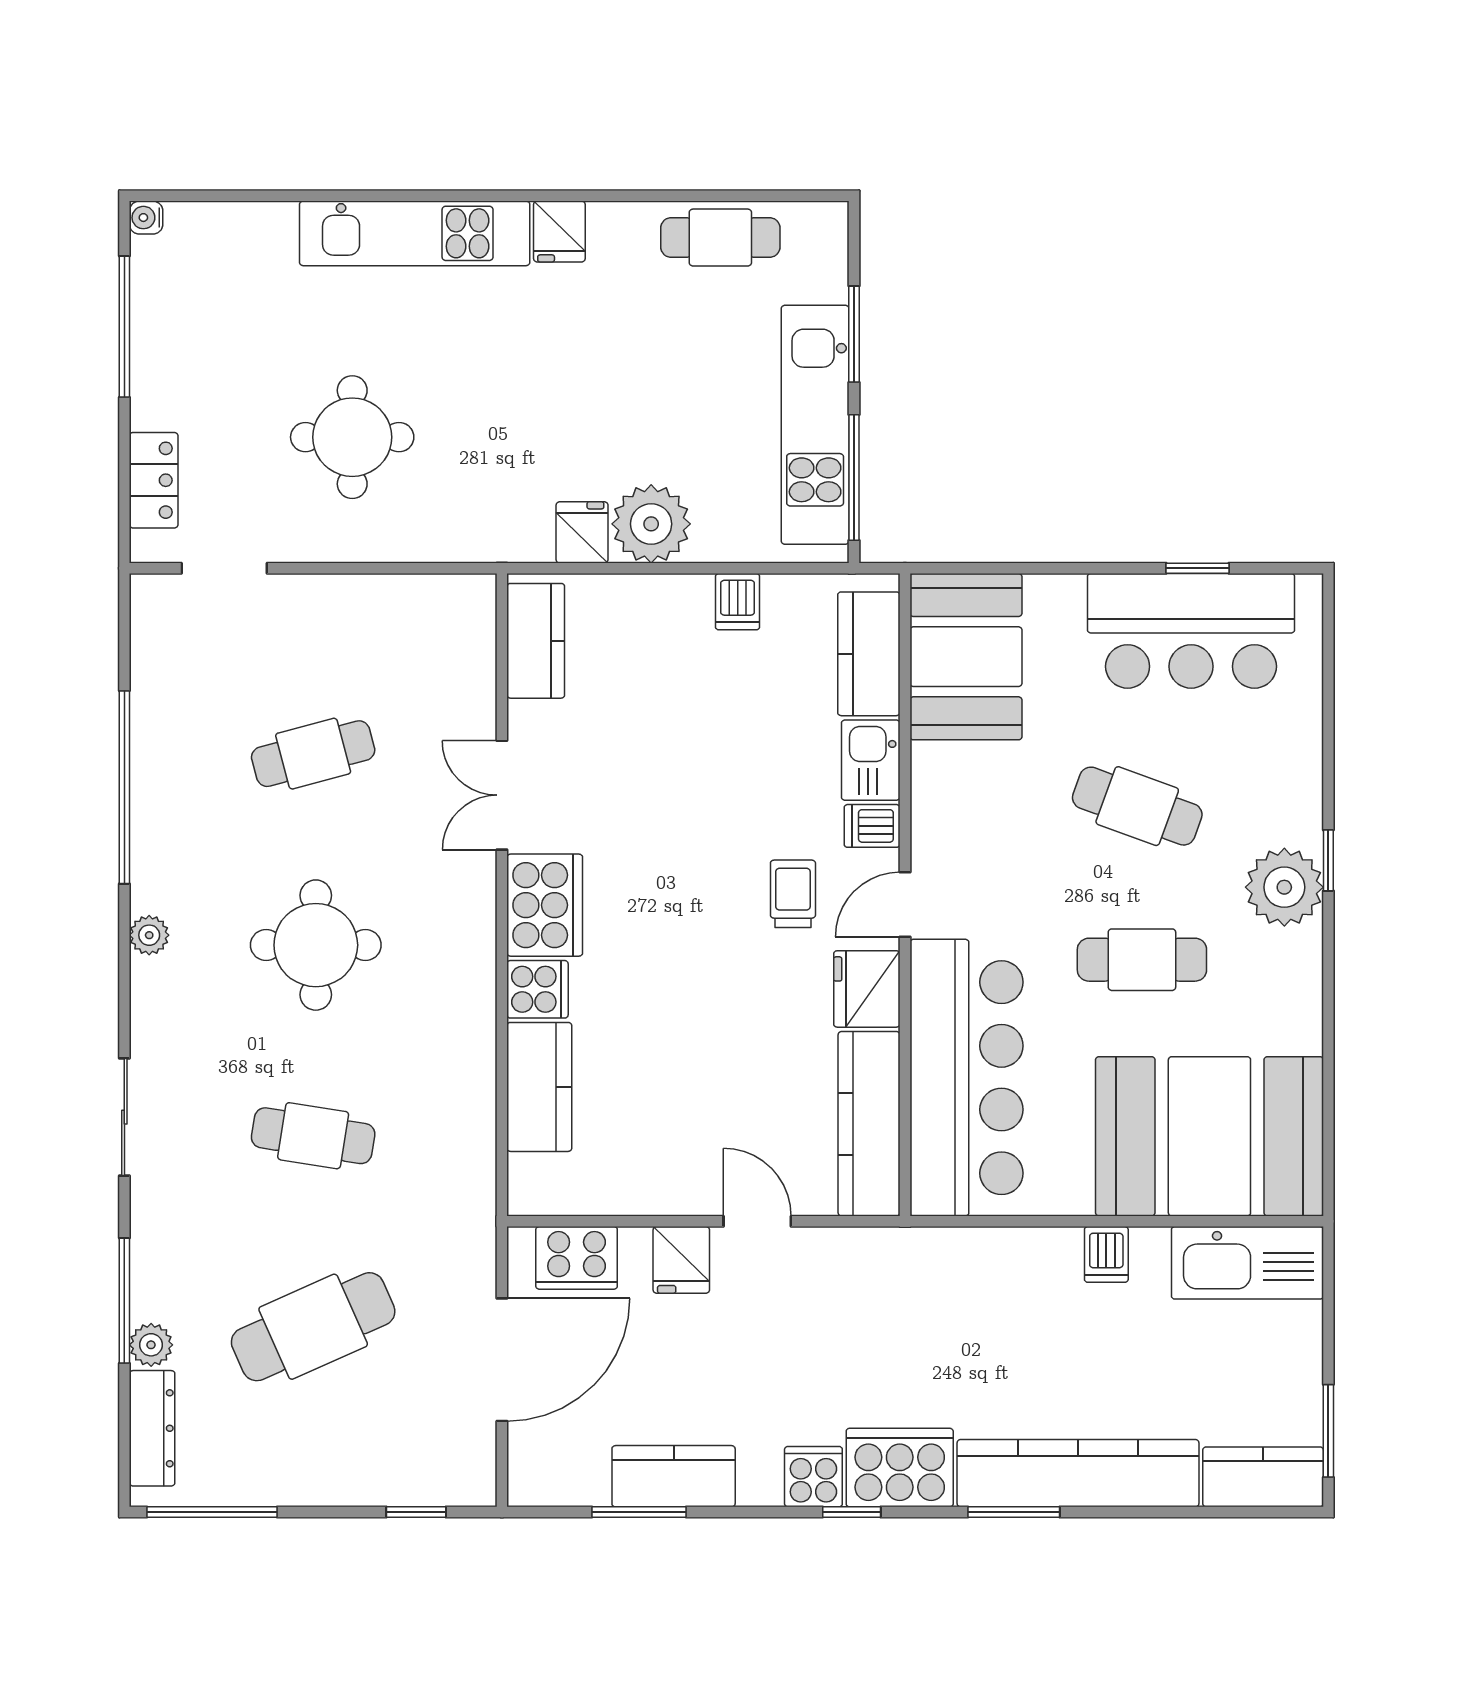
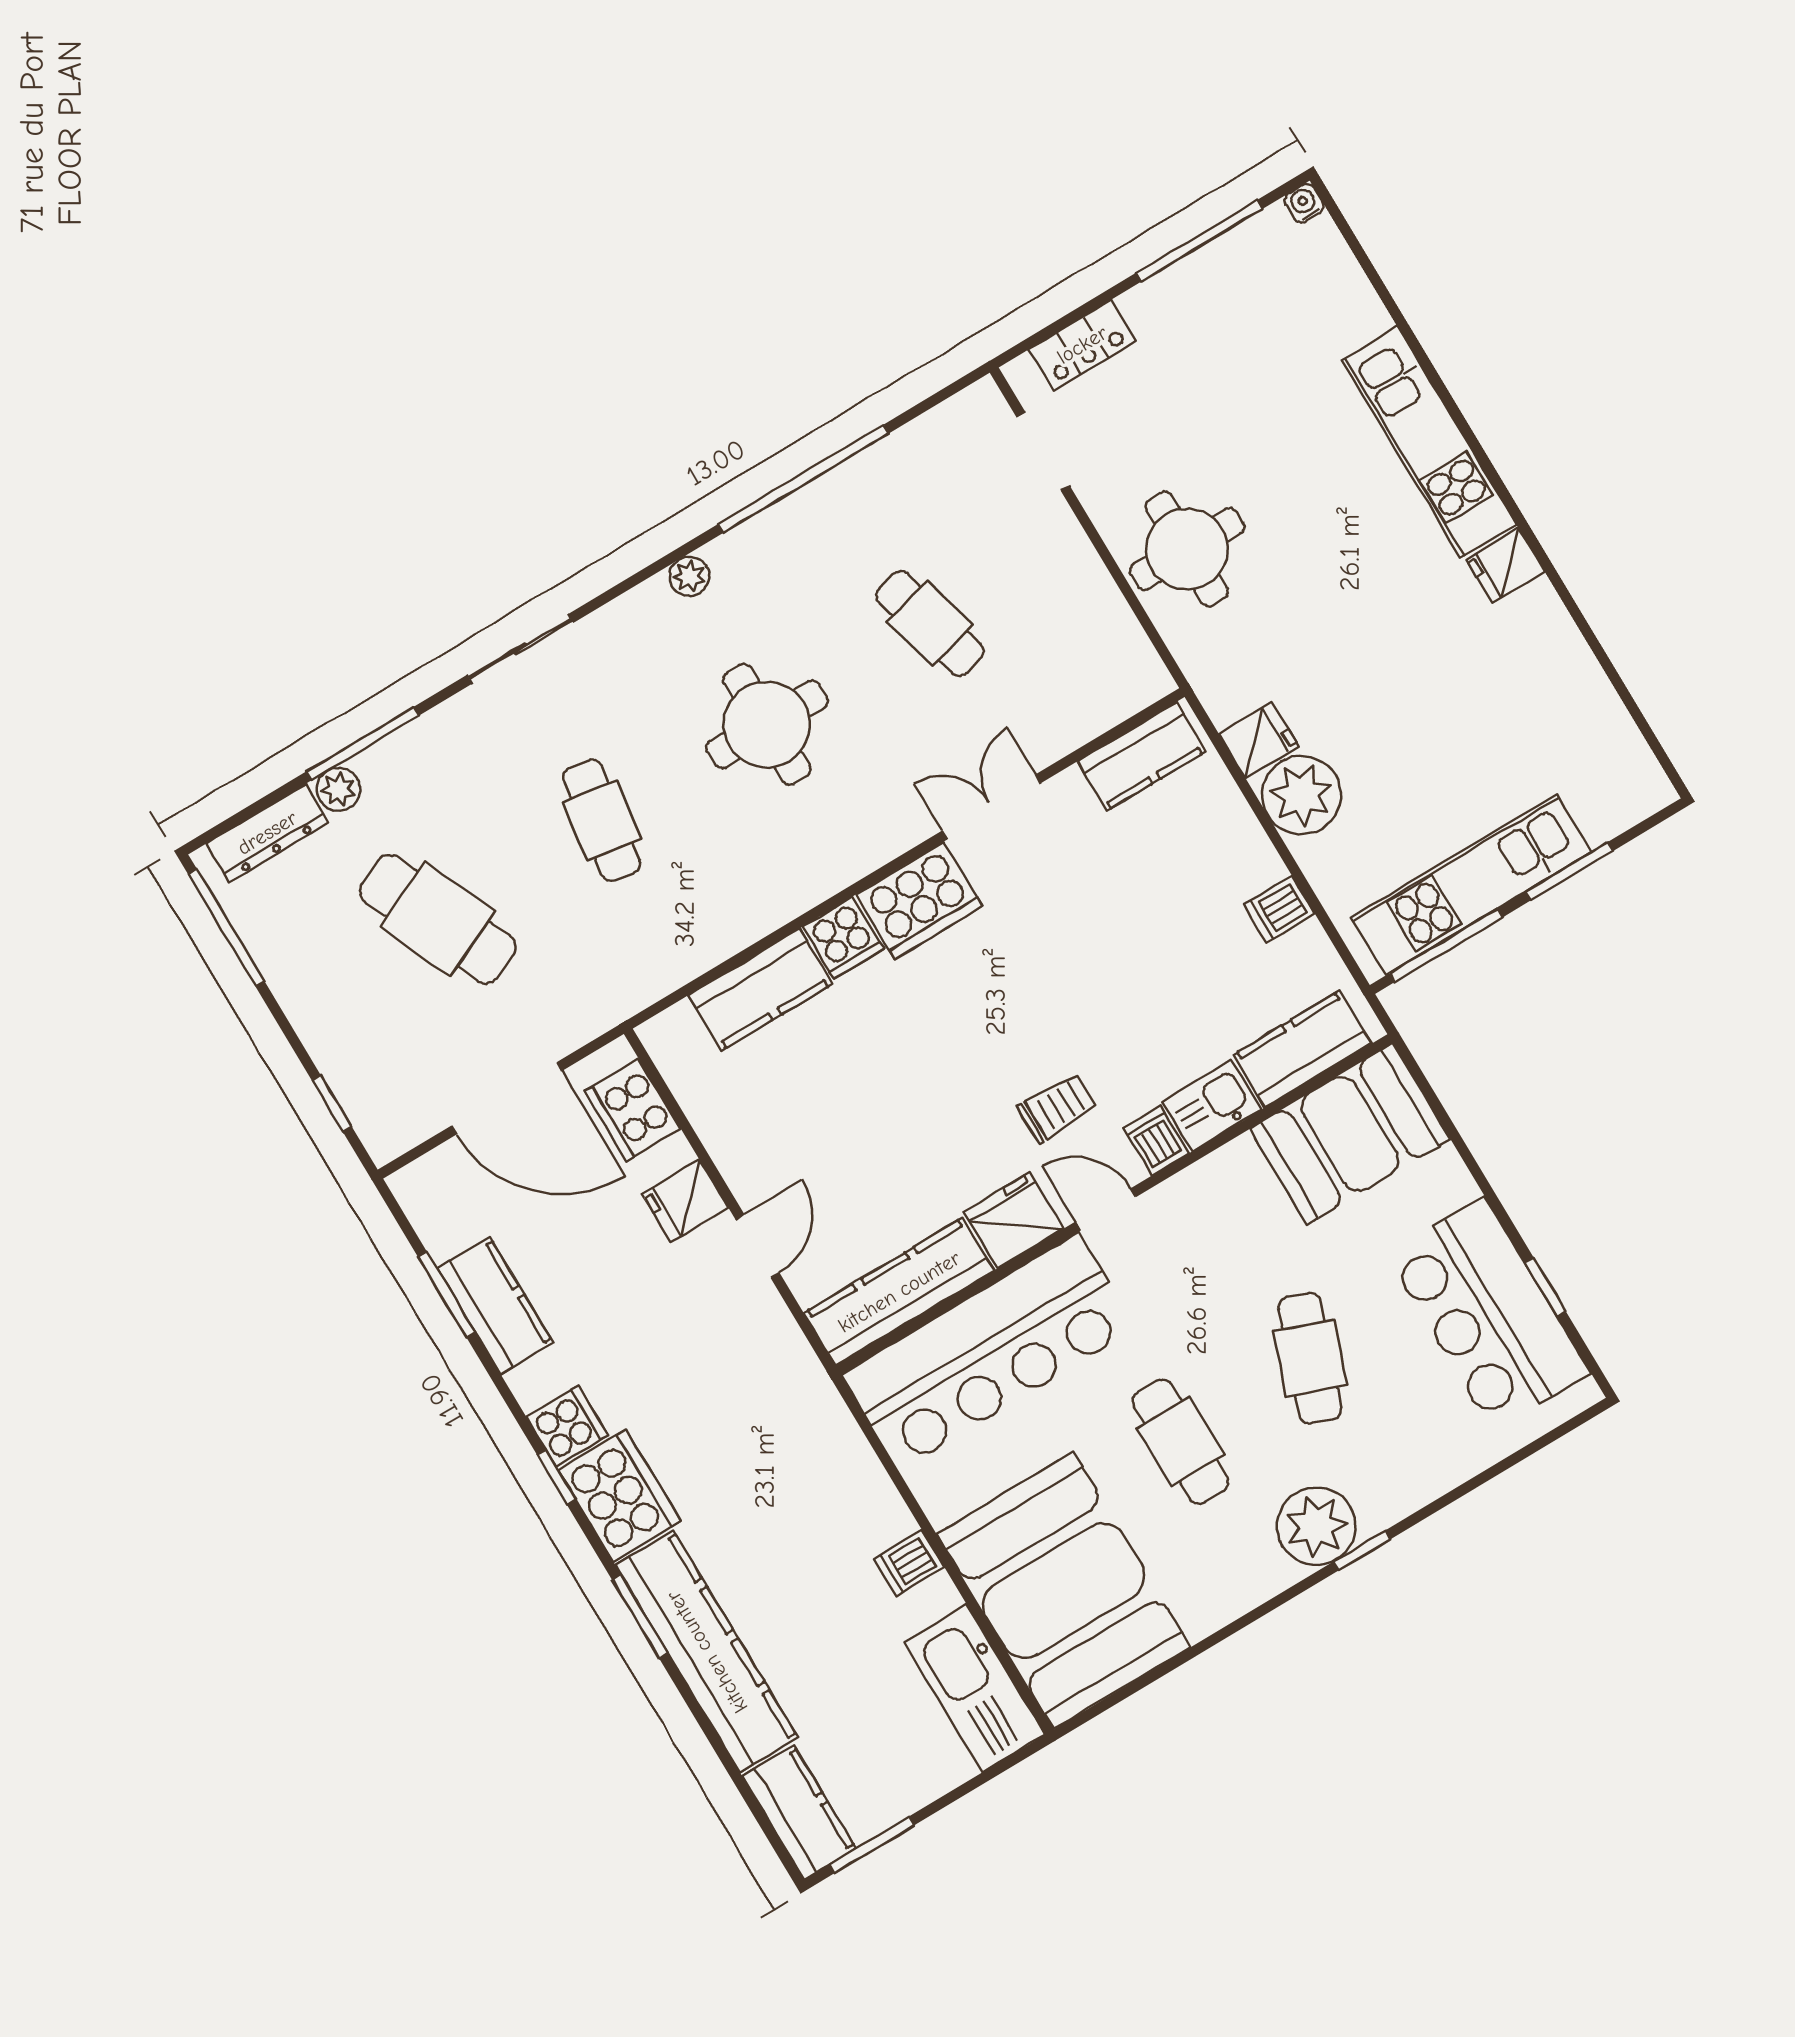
cafe table: (720, 238) -> (1583, 707), removed
round table: (352, 437) -> (1187, 549), moved

